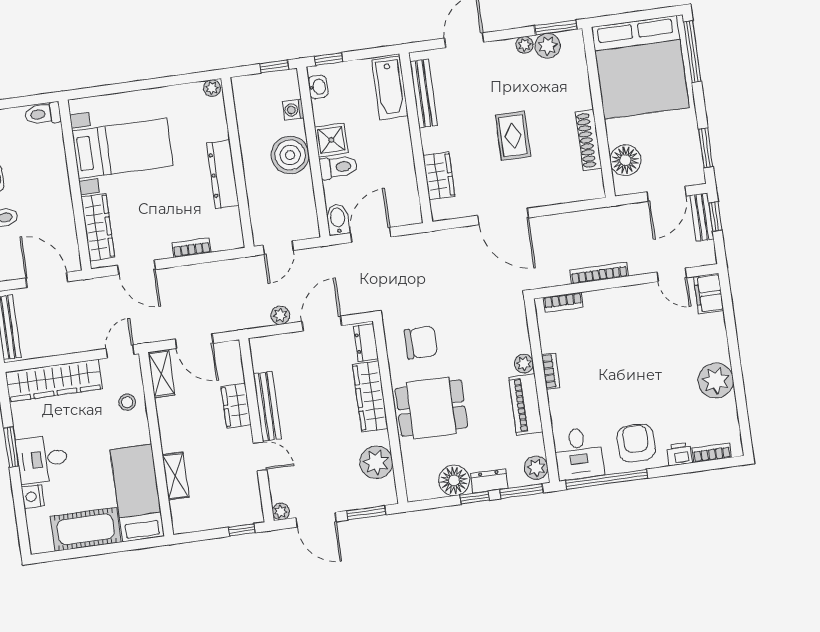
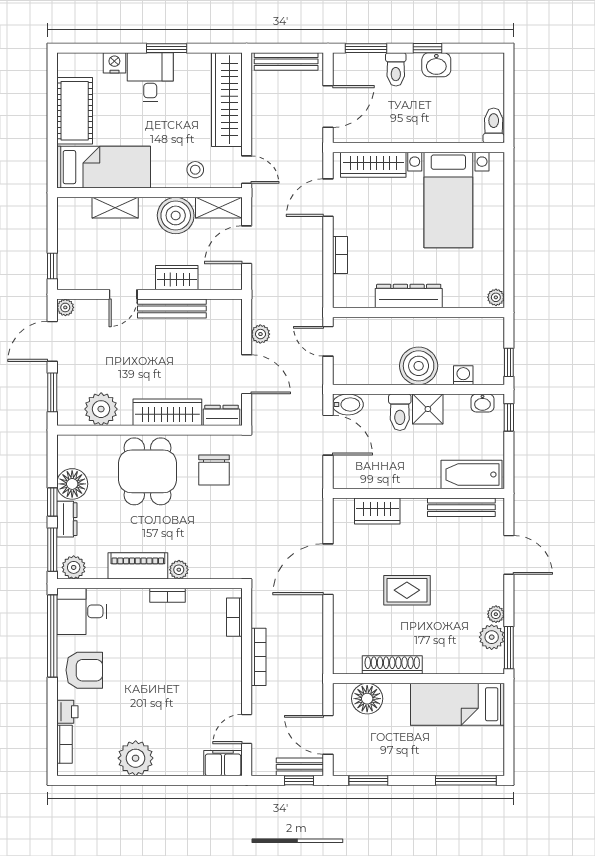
bed: (640, 67) -> (457, 704), width x0.49
boiler: (175, 415) -> (176, 215), added

